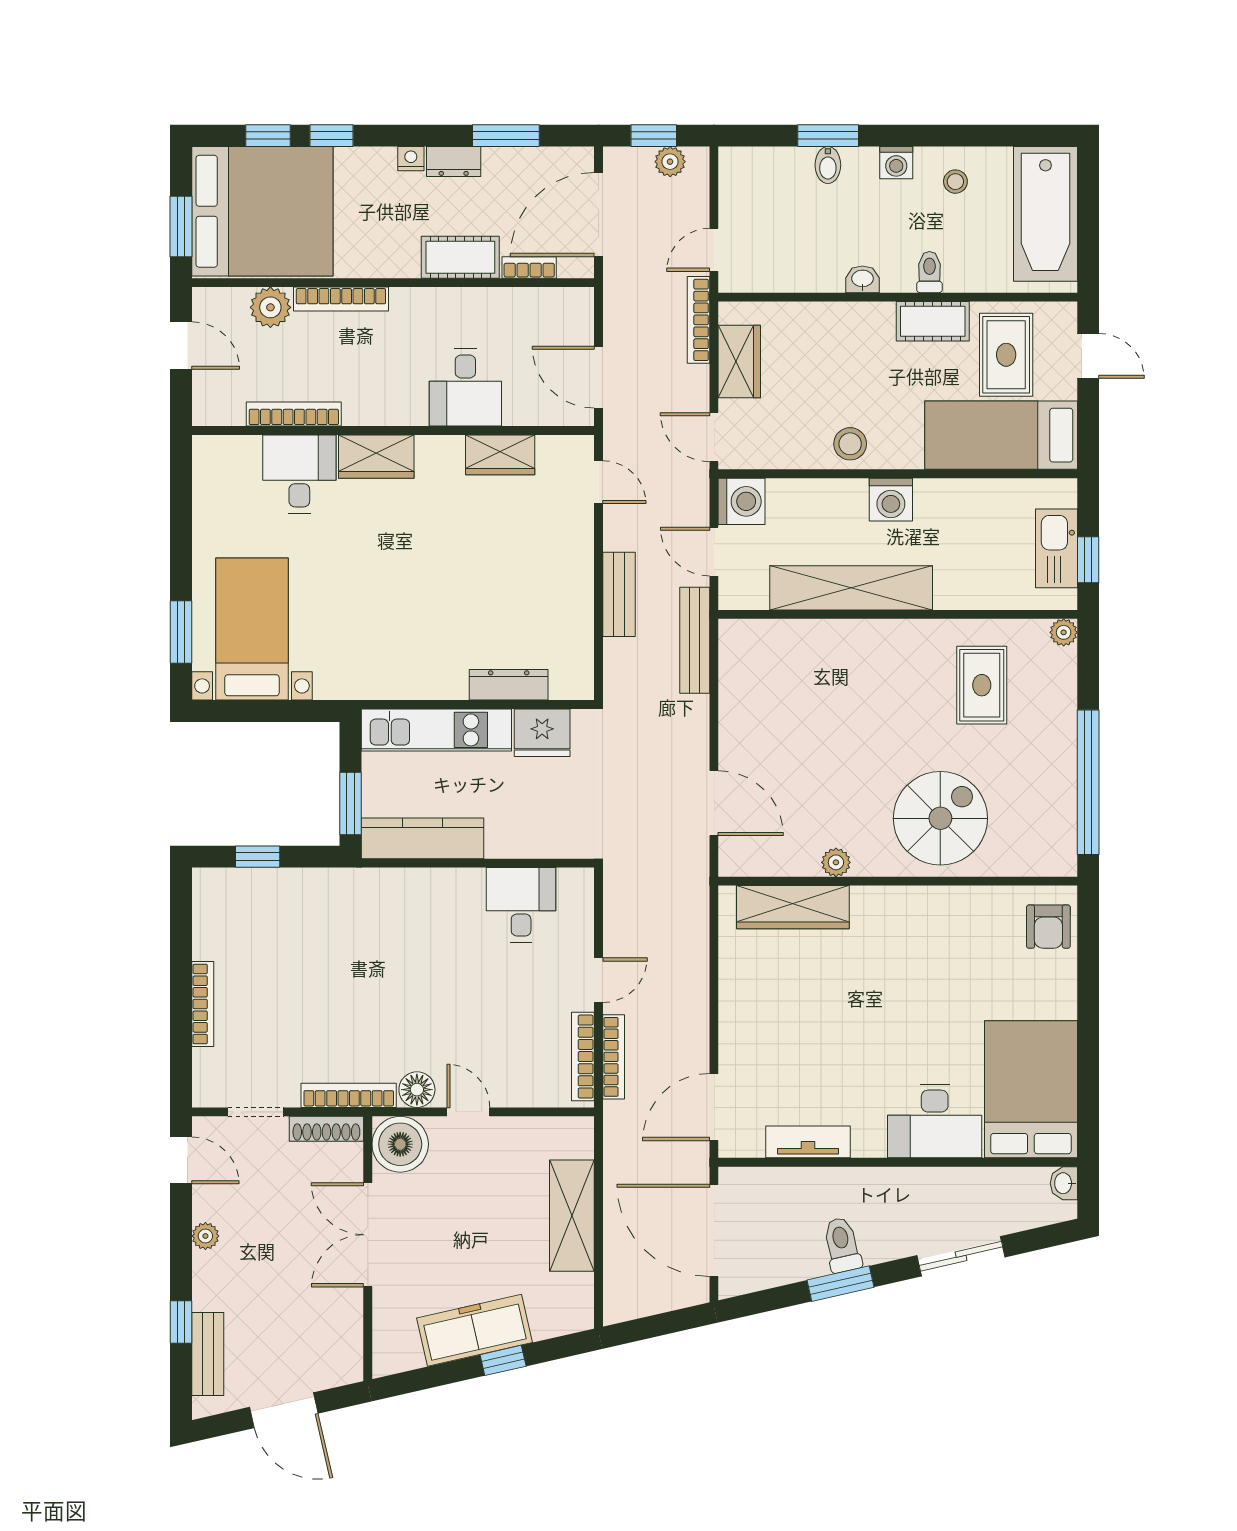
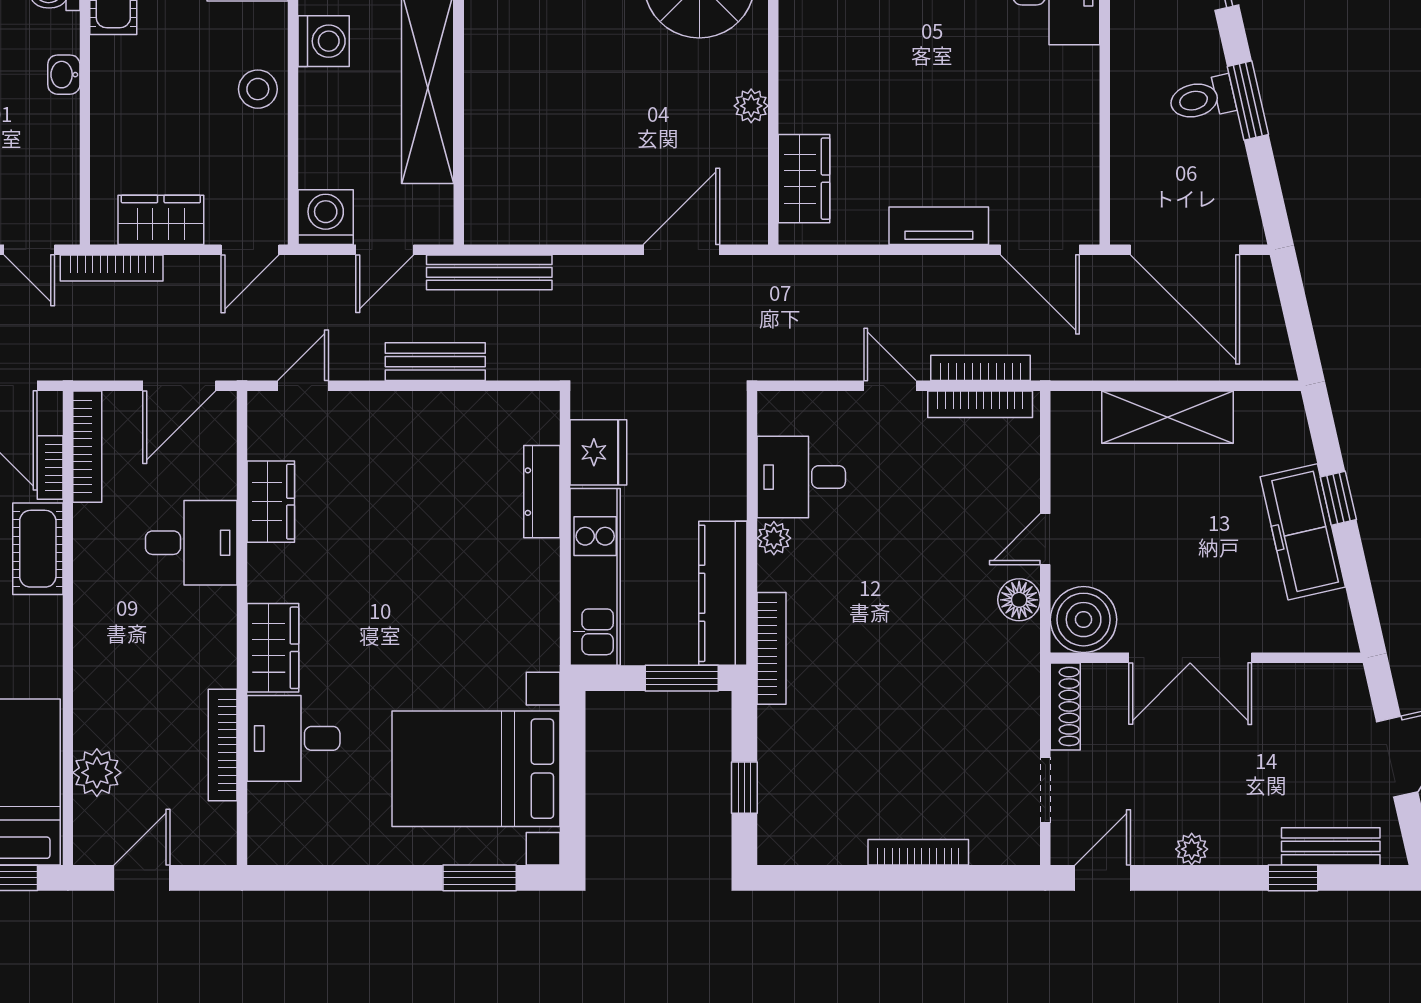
bookcase: (341, 299) -> (87, 447), moved
bed with nightstands: (252, 629) -> (476, 769), width x1.36
plant: (469, 882) -> (774, 538), added
wardrobe: (793, 907) -> (804, 179), width x0.67
bookcase: (349, 1095) -> (771, 648), moved, turned 180
tv unit: (808, 1142) -> (939, 226), moved, turned 90
door: (714, 1230) -> (1185, 250), hinge flipped

